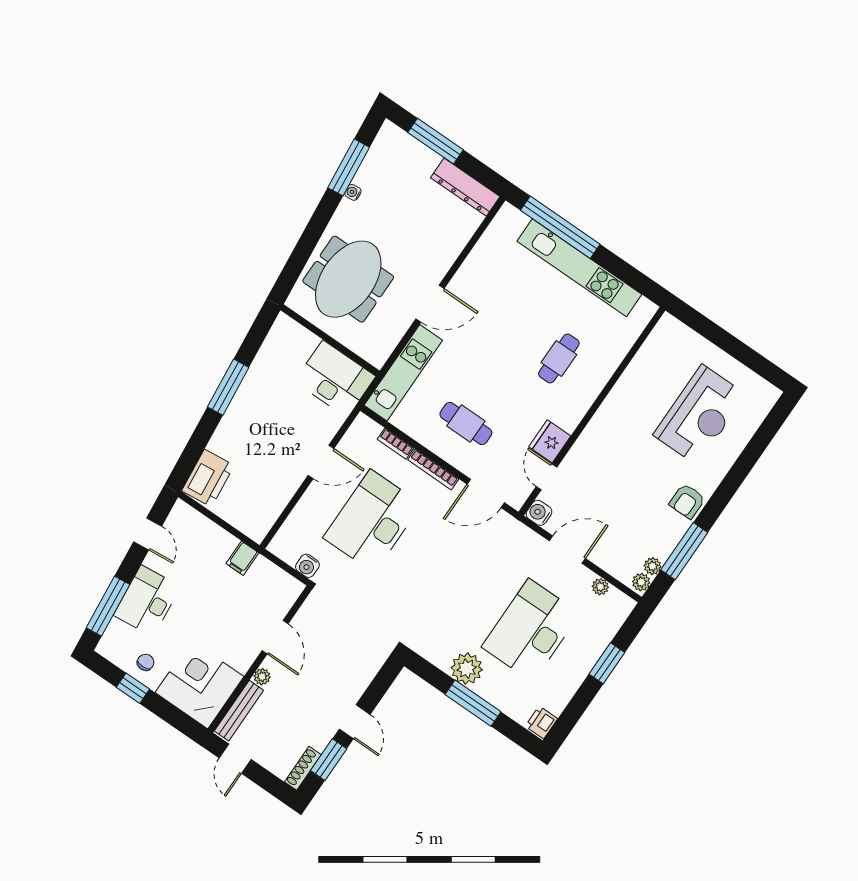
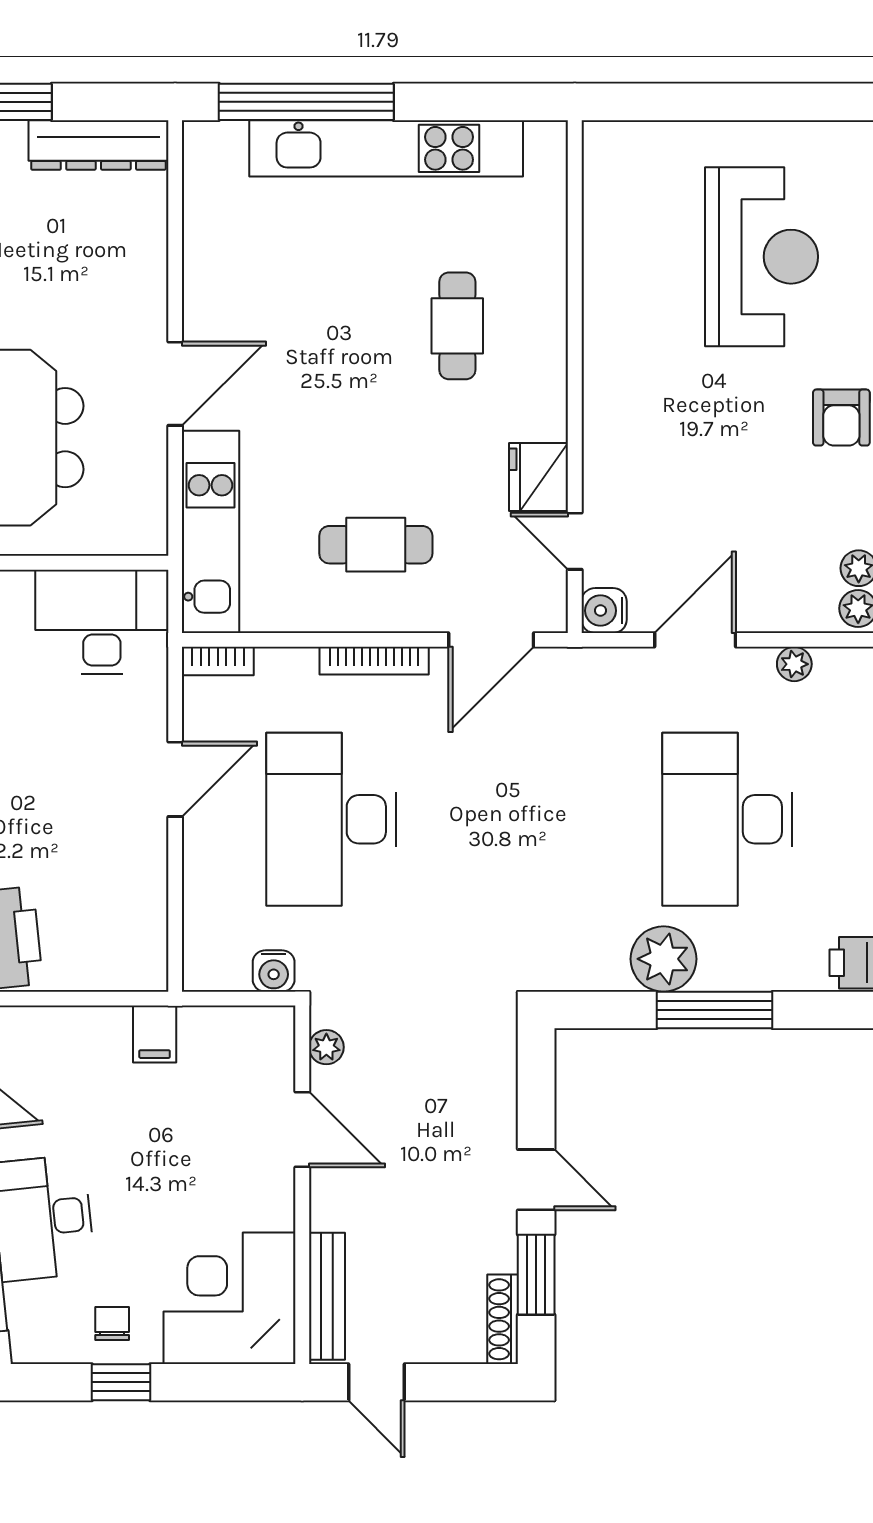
bookcase: (395, 444) -> (218, 661), moved
plant: (262, 677) -> (326, 1047), moved

